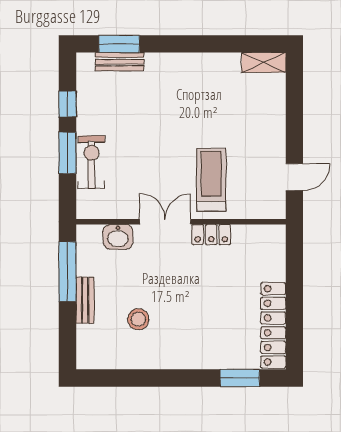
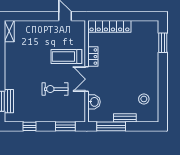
window: (68, 153) -> (65, 126), moved
exercise bike: (91, 162) -> (55, 89), moved
stool: (138, 319) -> (144, 99), moved
locker: (273, 325) -> (109, 26), moved

